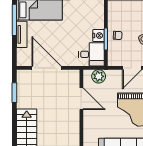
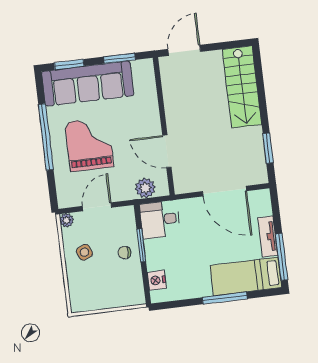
nightstand: (99, 36) -> (157, 280), moved

